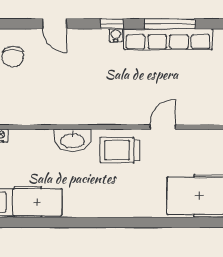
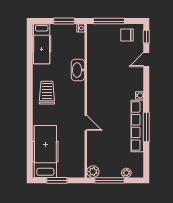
window: (112, 24) -> (146, 37), moved
trolley: (120, 150) -> (47, 93), moved

